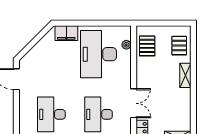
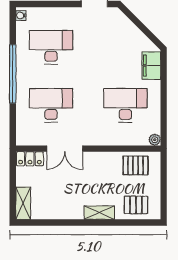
plant: (126, 45) -> (155, 140), moved
desk: (98, 54) -> (125, 105), width x0.73, depth x0.77

